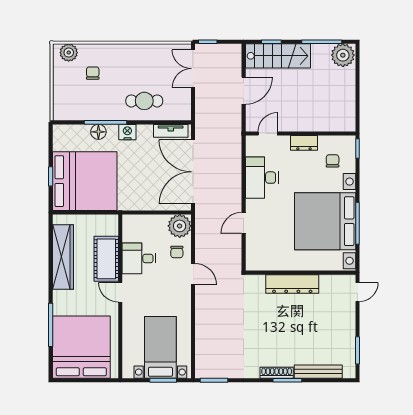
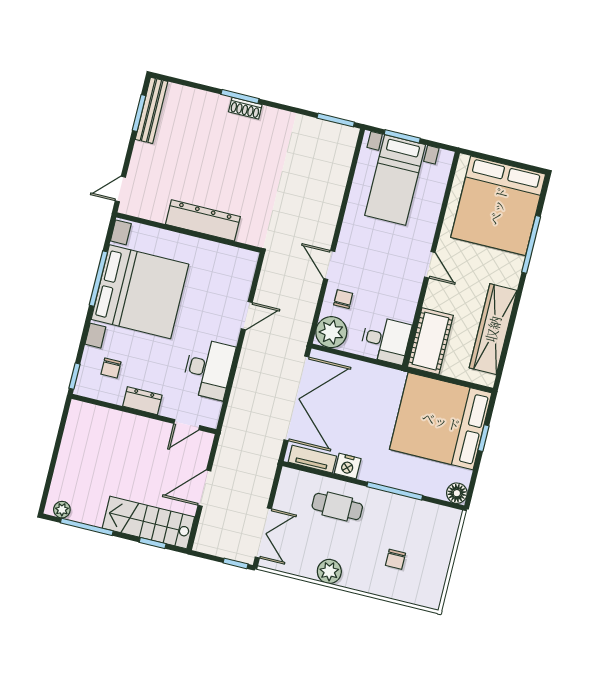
plant: (69, 53) -> (329, 571), moved
plant: (343, 55) -> (62, 510), width x0.53, depth x0.53
floor lamp: (98, 132) -> (457, 493), moved
nightstand: (127, 132) -> (348, 466), moved
desk: (139, 258) -> (386, 340), moved
cot: (106, 259) -> (430, 341), moved
bench: (318, 372) -> (152, 110), moved, turned 90
shoe rack: (277, 373) -> (245, 108), width x0.70

